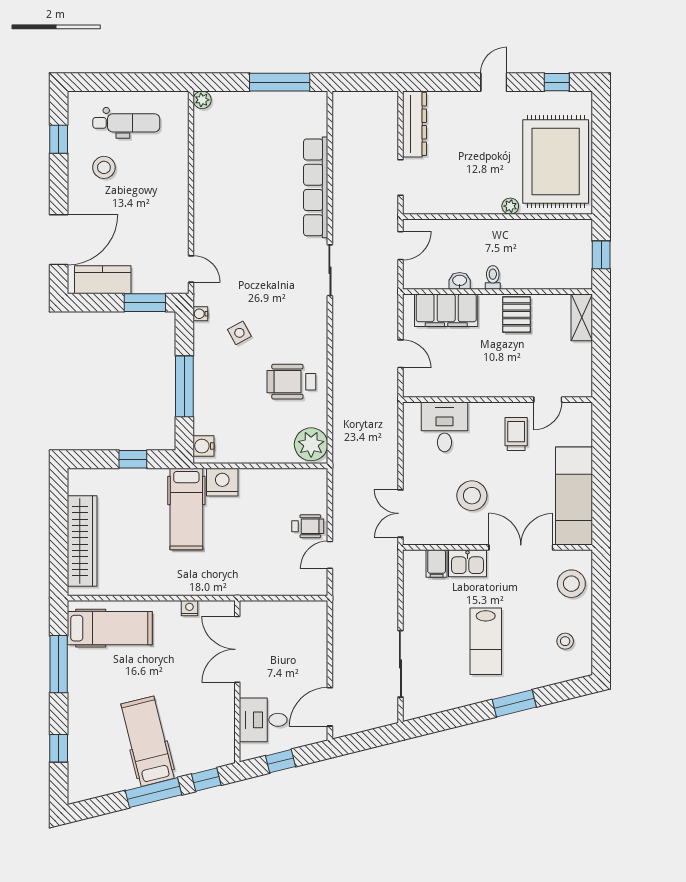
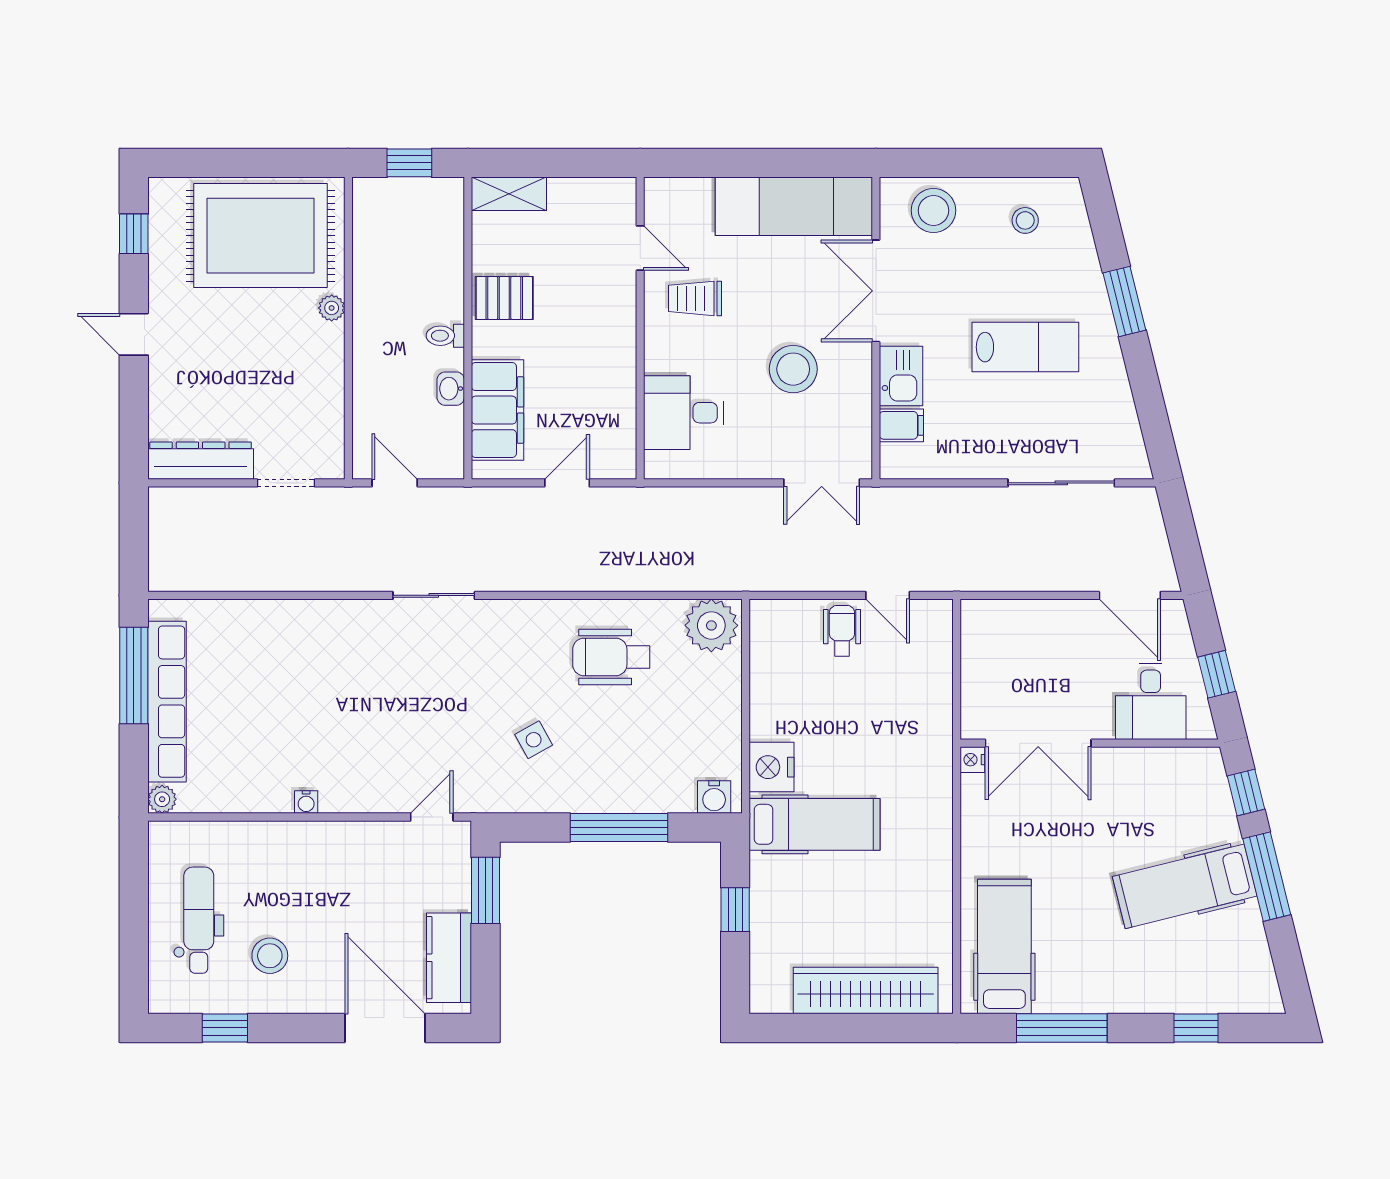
row of seats: (316, 187) -> (167, 702), moved, turned -90
water cooler: (200, 314) -> (306, 802), moved
wheelchair: (291, 382) -> (611, 657), turned 90
nightstand: (189, 608) -> (972, 760), moved

